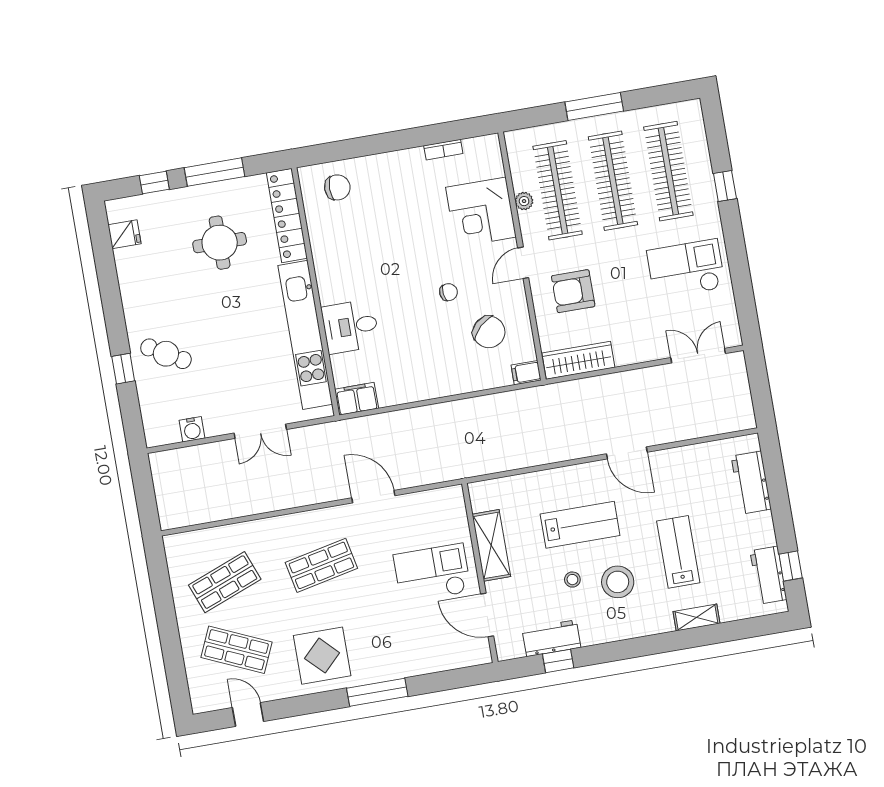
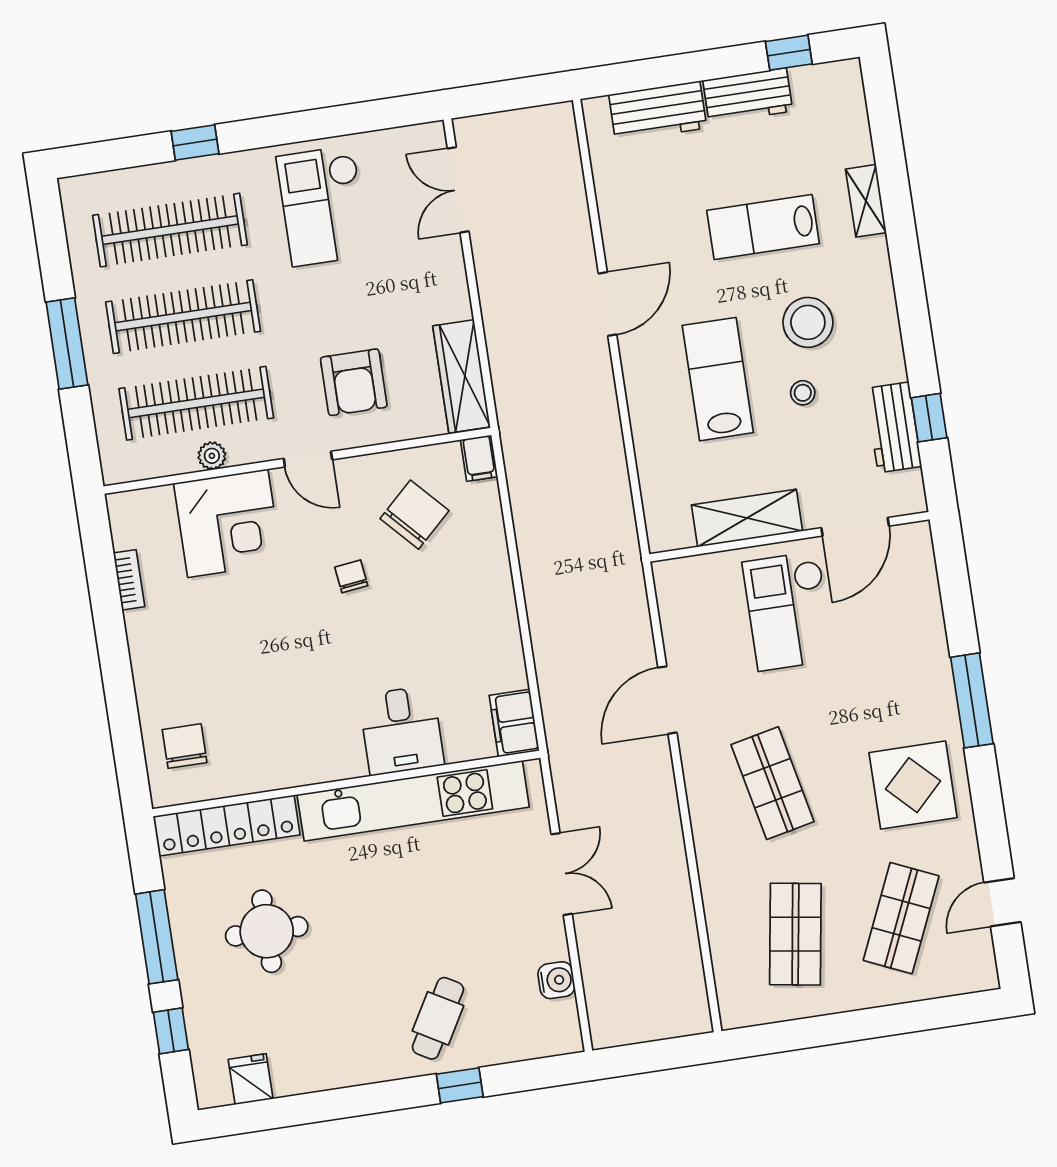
workbench: (768, 575) -> (748, 96), moved
shop shelf: (225, 582) -> (795, 934), turned 30

